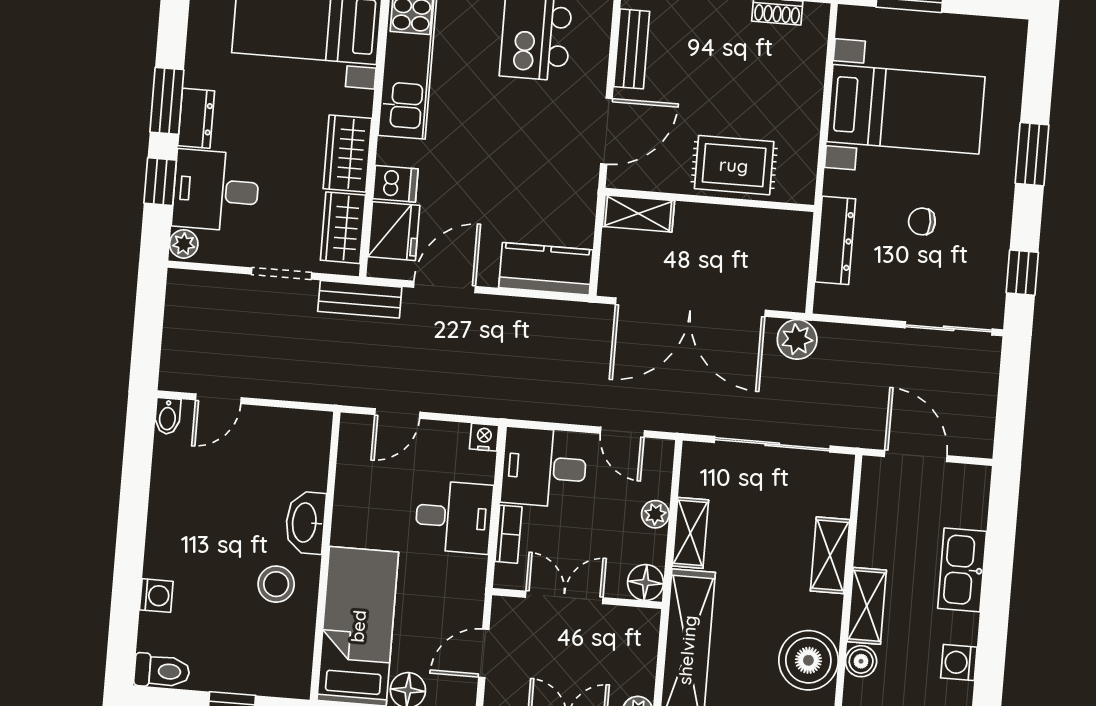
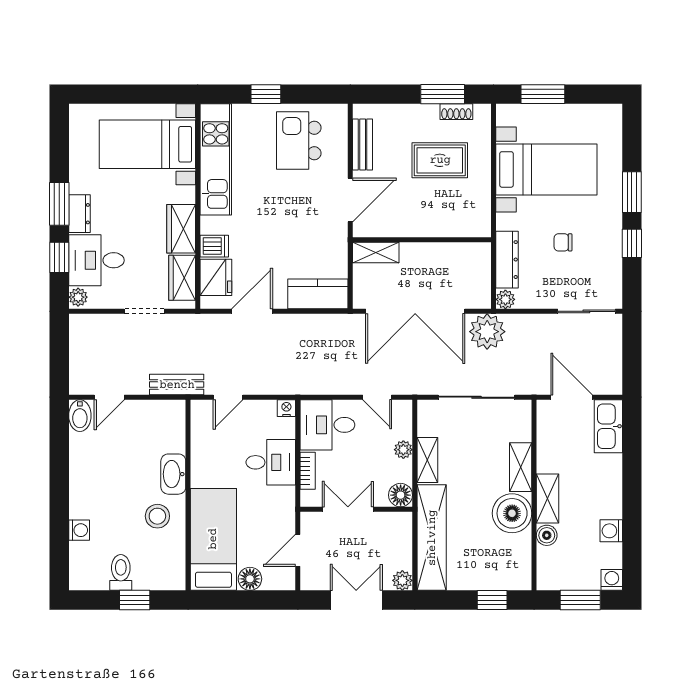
rug: (734, 165) -> (440, 160), moved
window: (1022, 273) -> (632, 243), moved
bench: (360, 299) -> (177, 385), moved
plant: (828, 300) -> (505, 299), added
plant: (797, 339) -> (487, 332), width x1.36, depth x1.36
bidet: (168, 416) -> (80, 416), width x1.38, depth x1.36
kitchen sink: (962, 570) -> (608, 426), moved
boiler: (808, 660) -> (512, 513), moved
toilet: (162, 671) -> (121, 572), moved, turned -90

